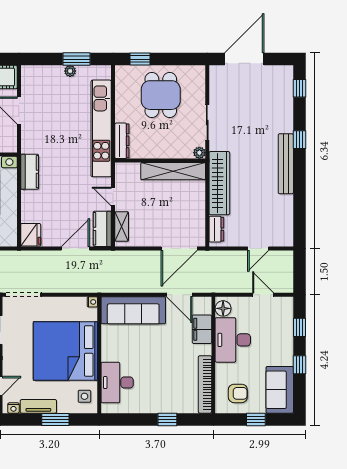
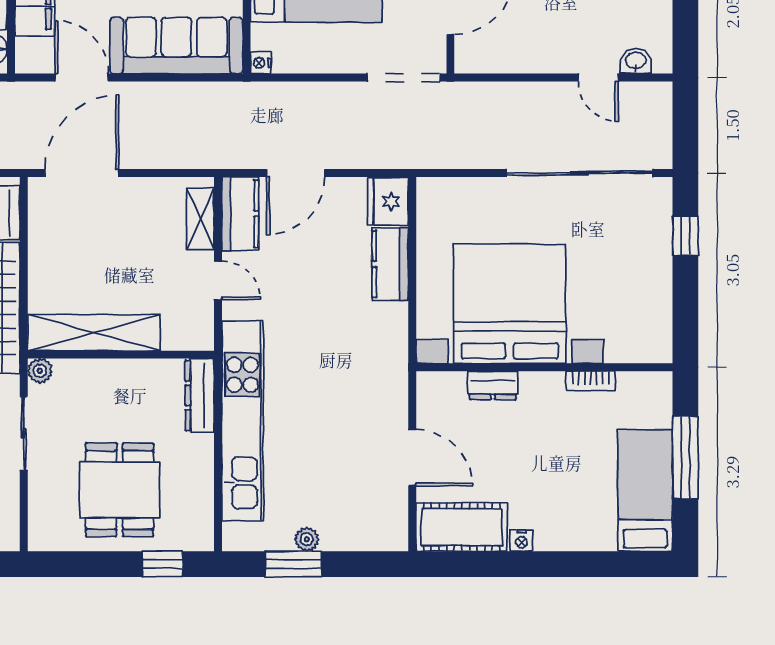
kitchen counter: (30, 172) -> (390, 264), moved

